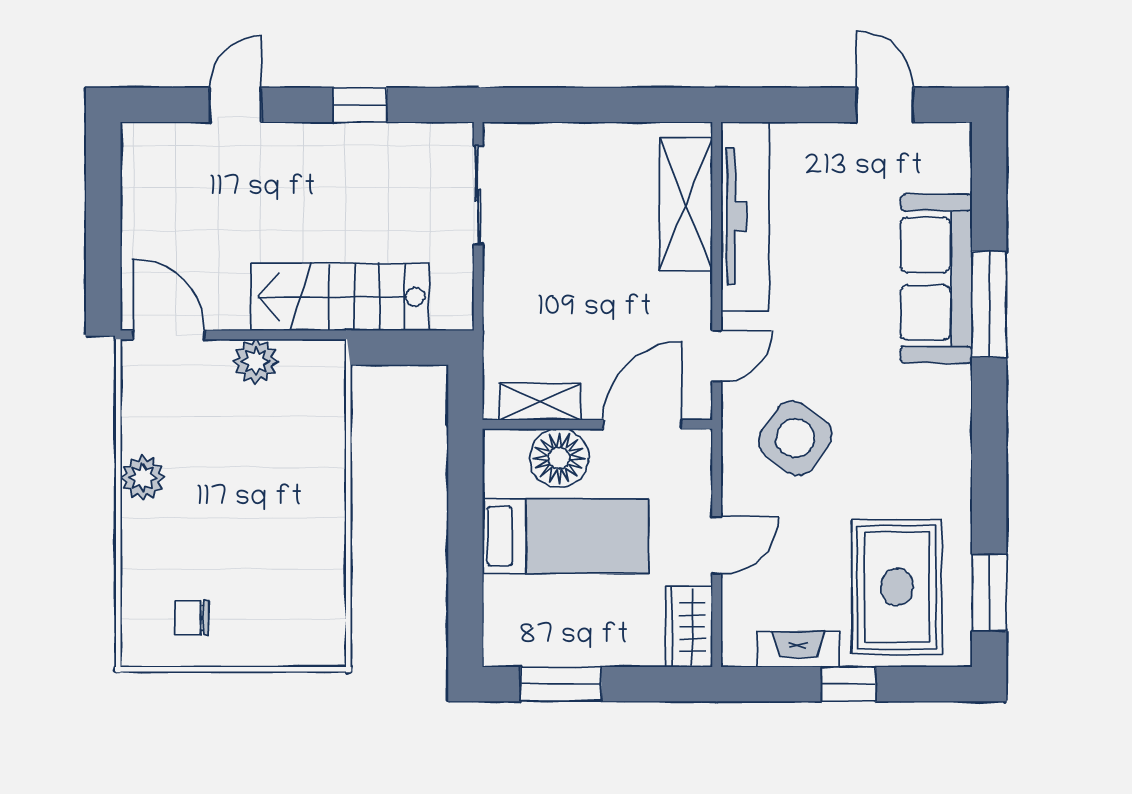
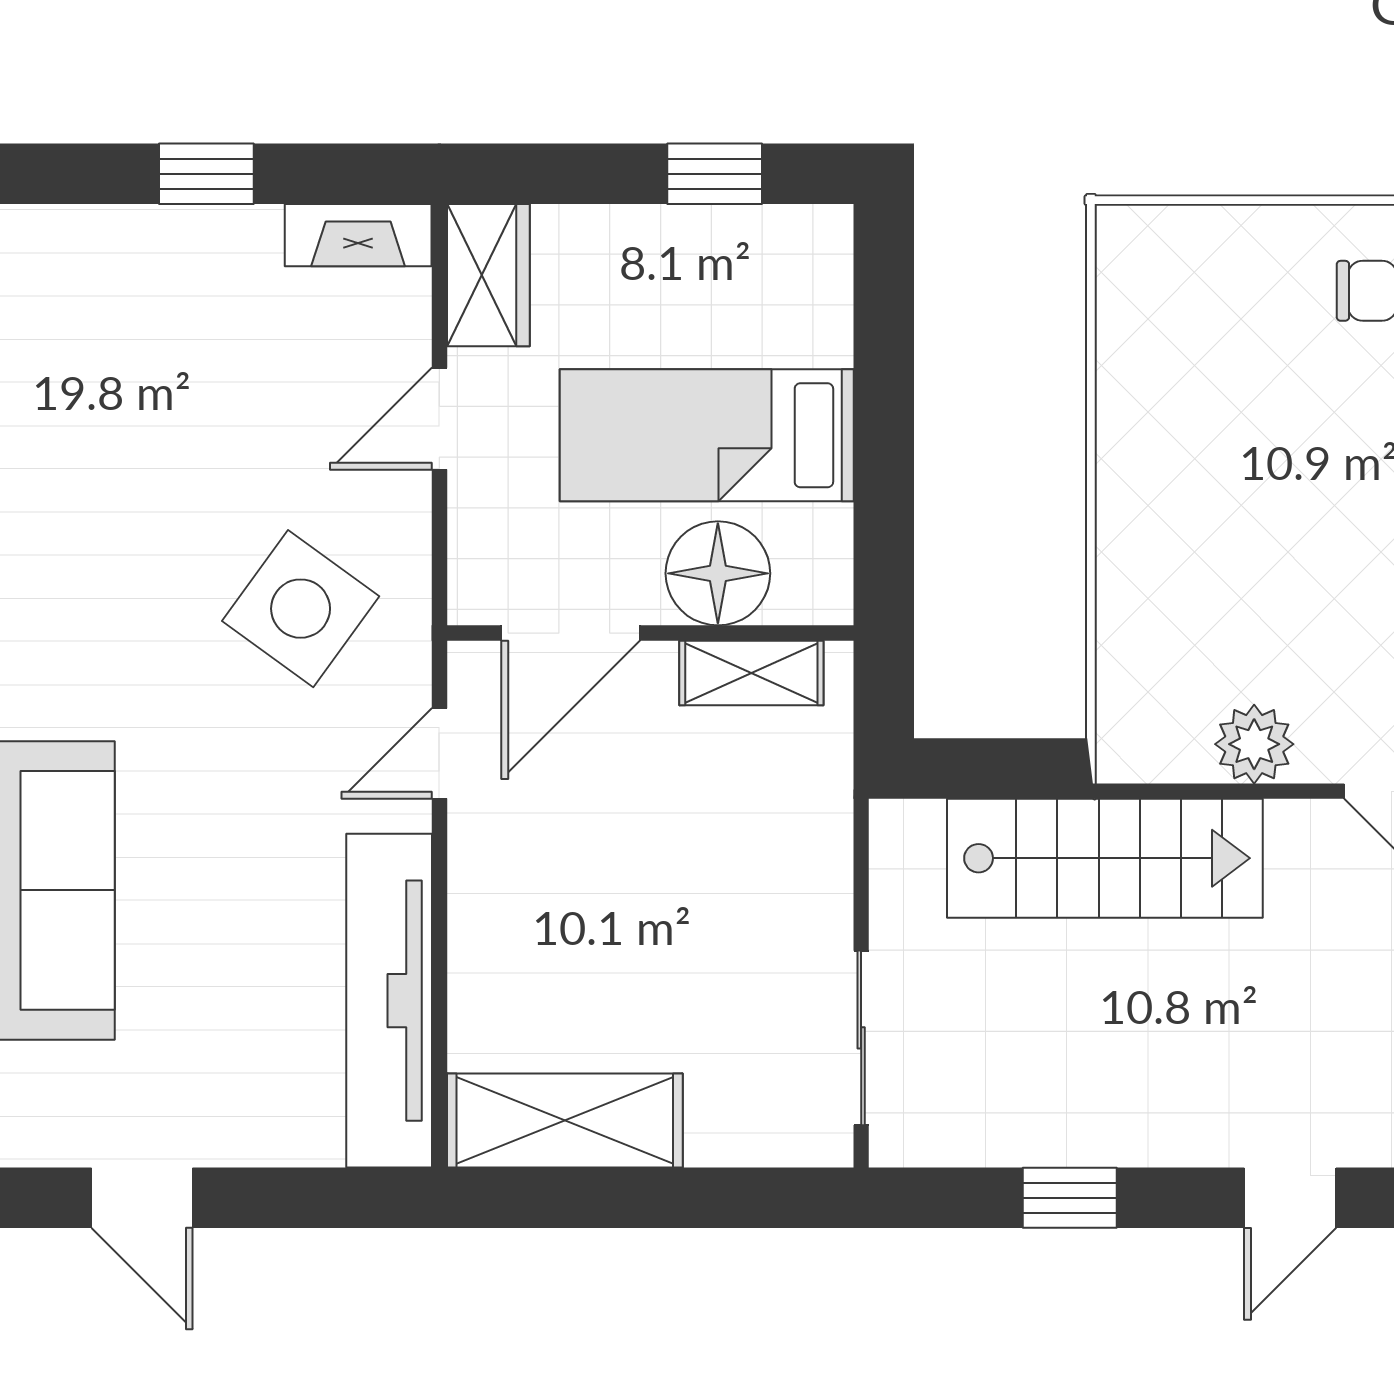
shelving: (686, 204) -> (565, 1120), moved, turned 90
rug: (897, 587) -> (121, 345), removed
fireplace: (798, 649) -> (358, 235), moved
window: (561, 684) -> (715, 174), width x0.67

